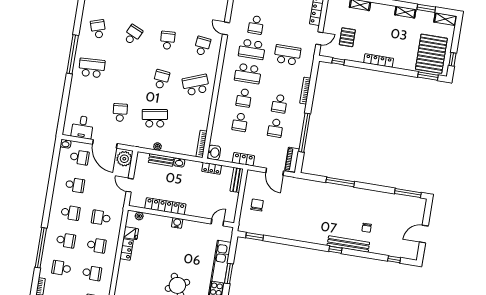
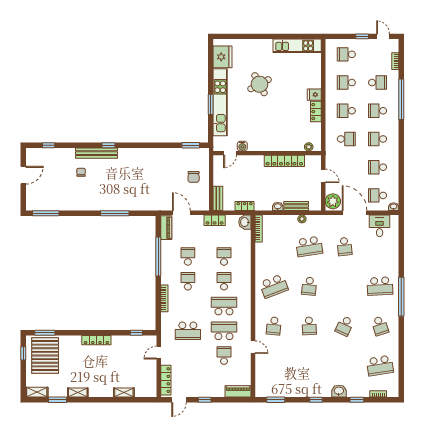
pallet: (347, 37) -> (131, 358), removed
water cooler: (177, 223) -> (242, 146), moved
fridge: (131, 233) -> (314, 95), moved

